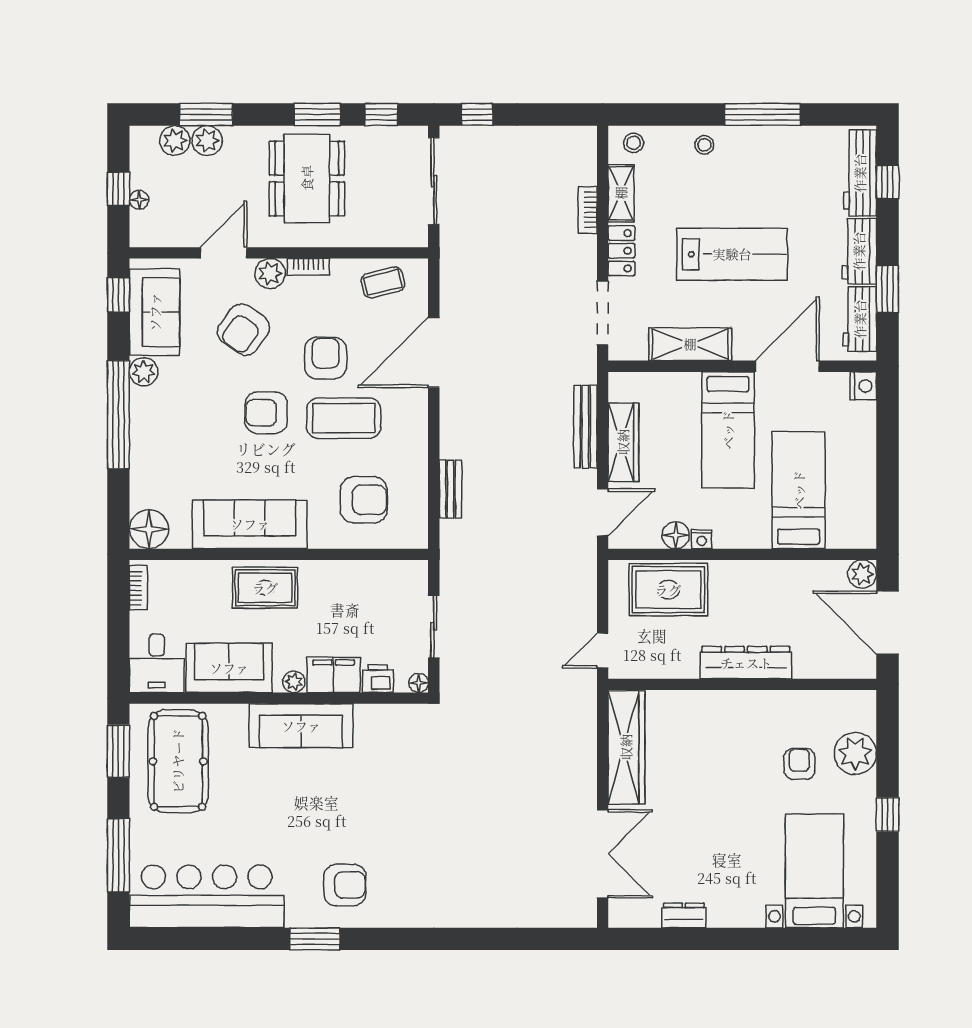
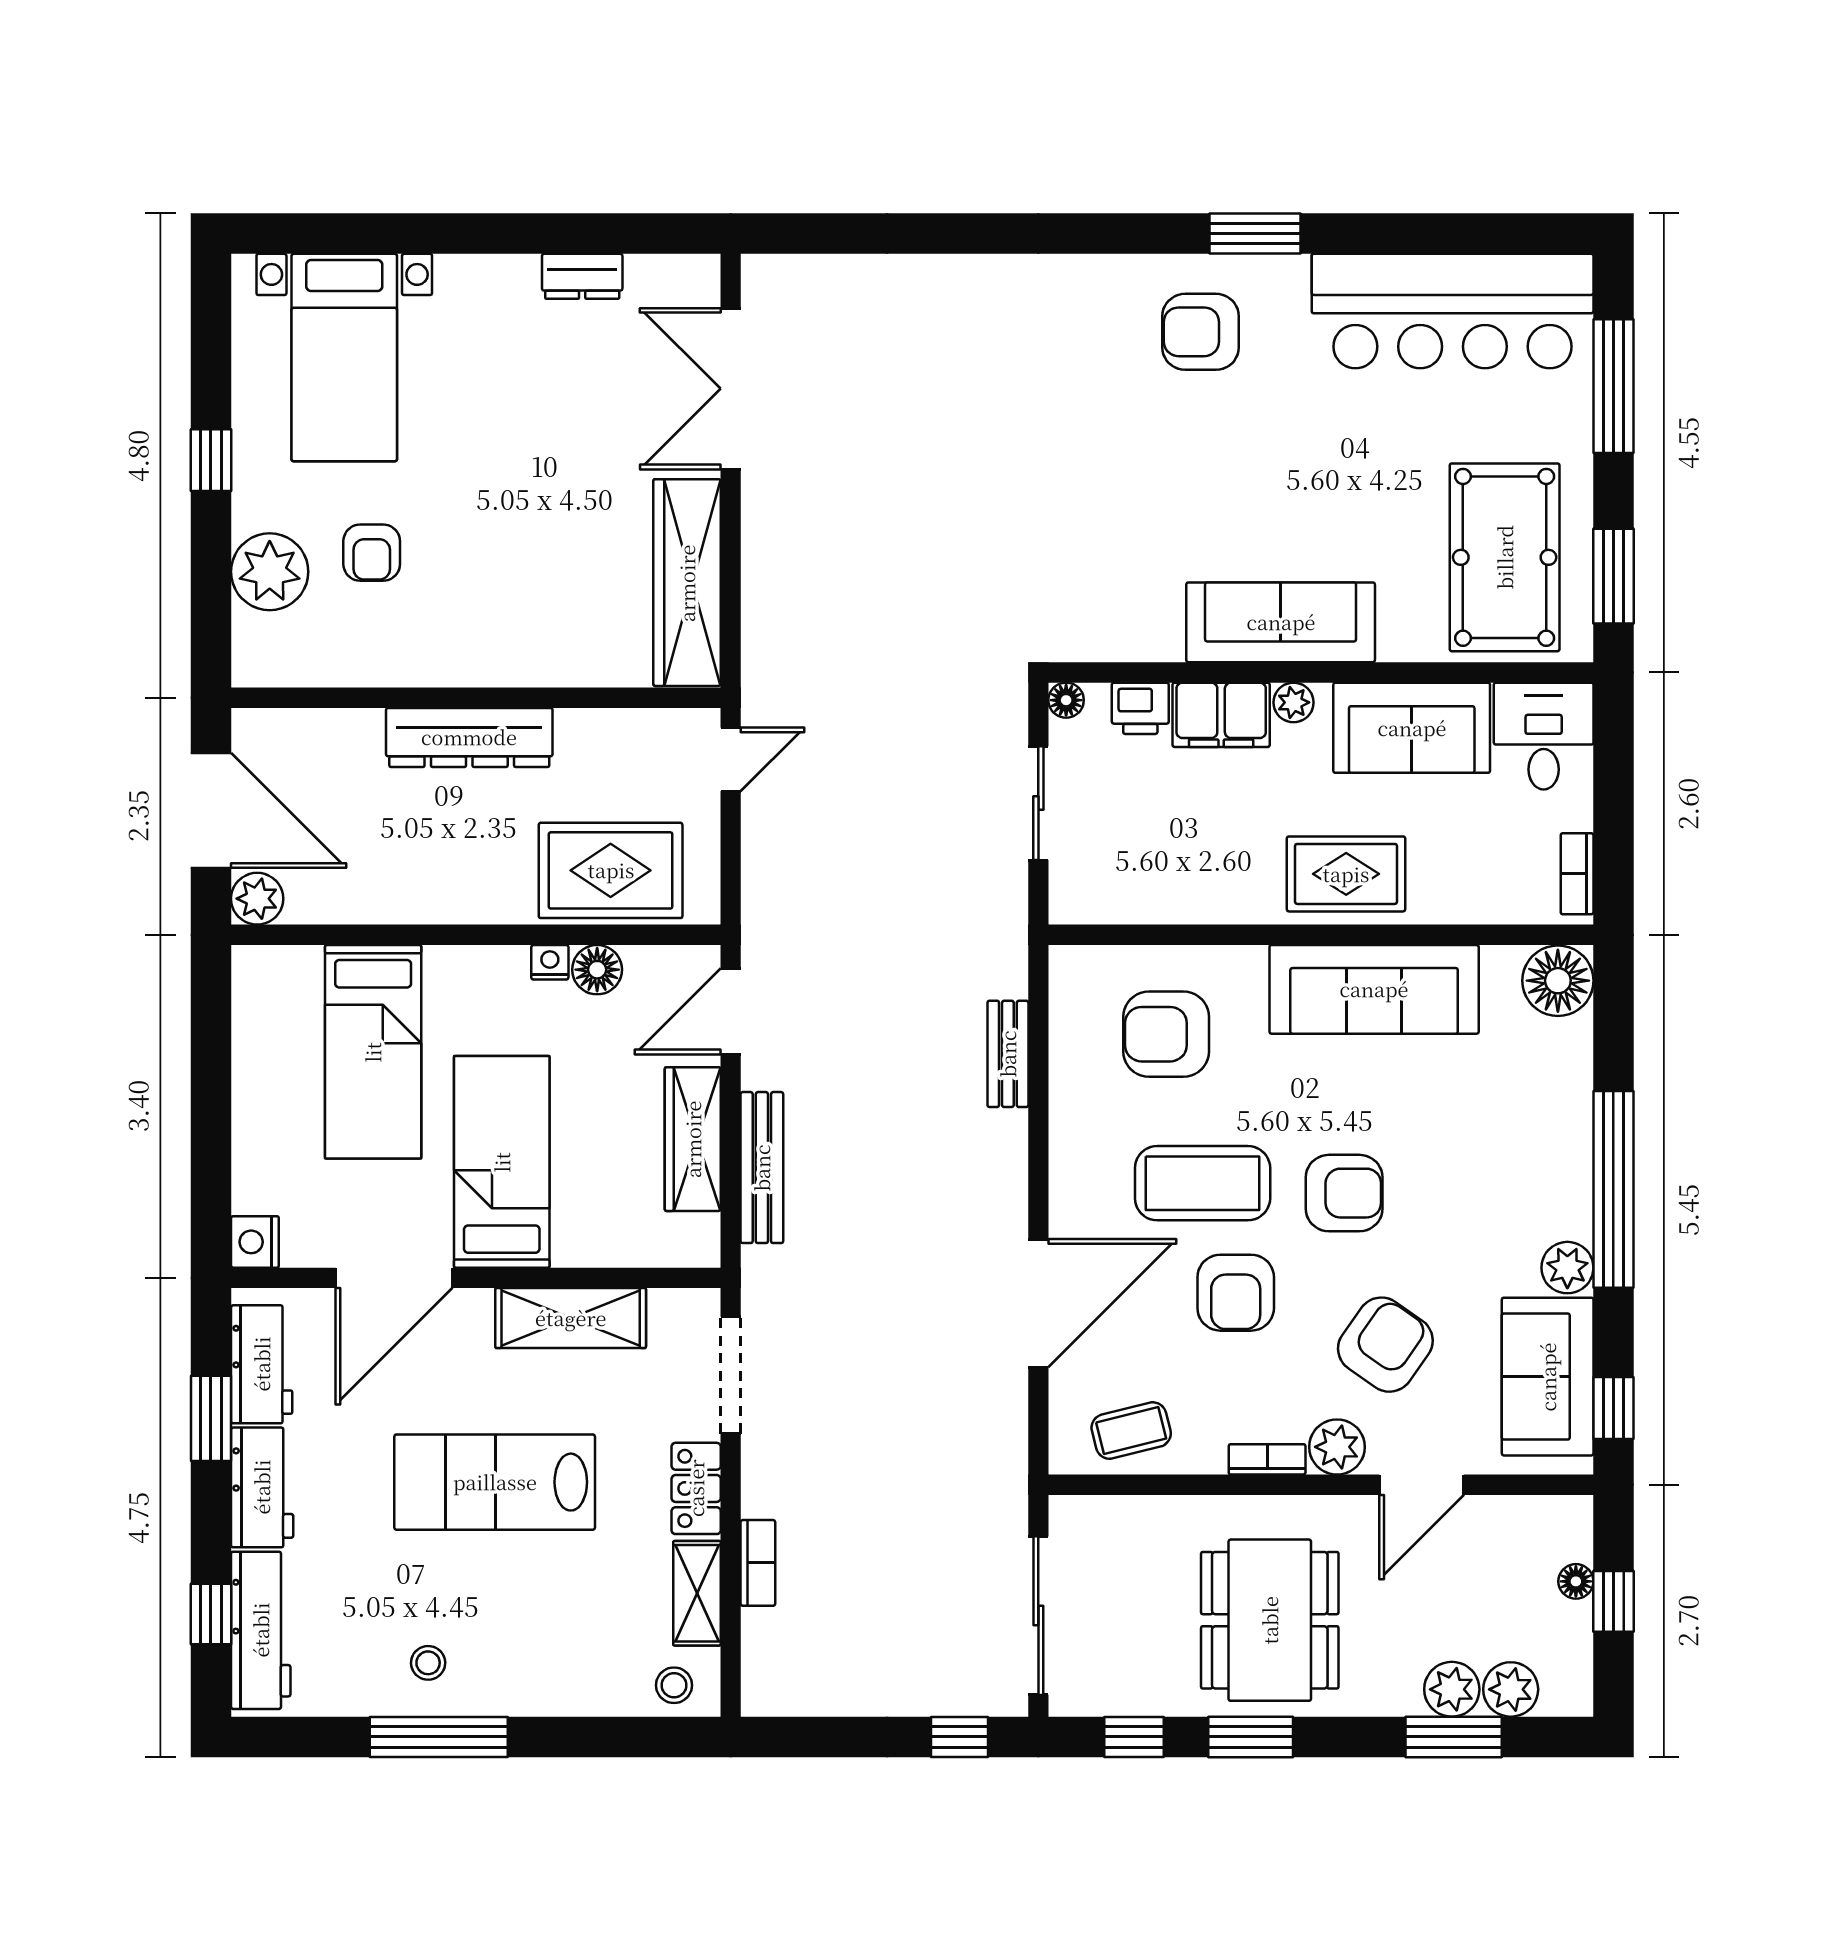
stool: (704, 145) -> (428, 1663), moved

